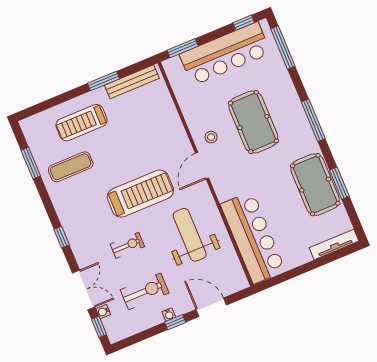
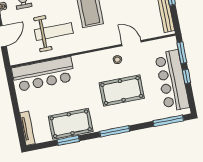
window: (244, 23) -> (187, 76), moved
door: (202, 166) -> (132, 43), moved

